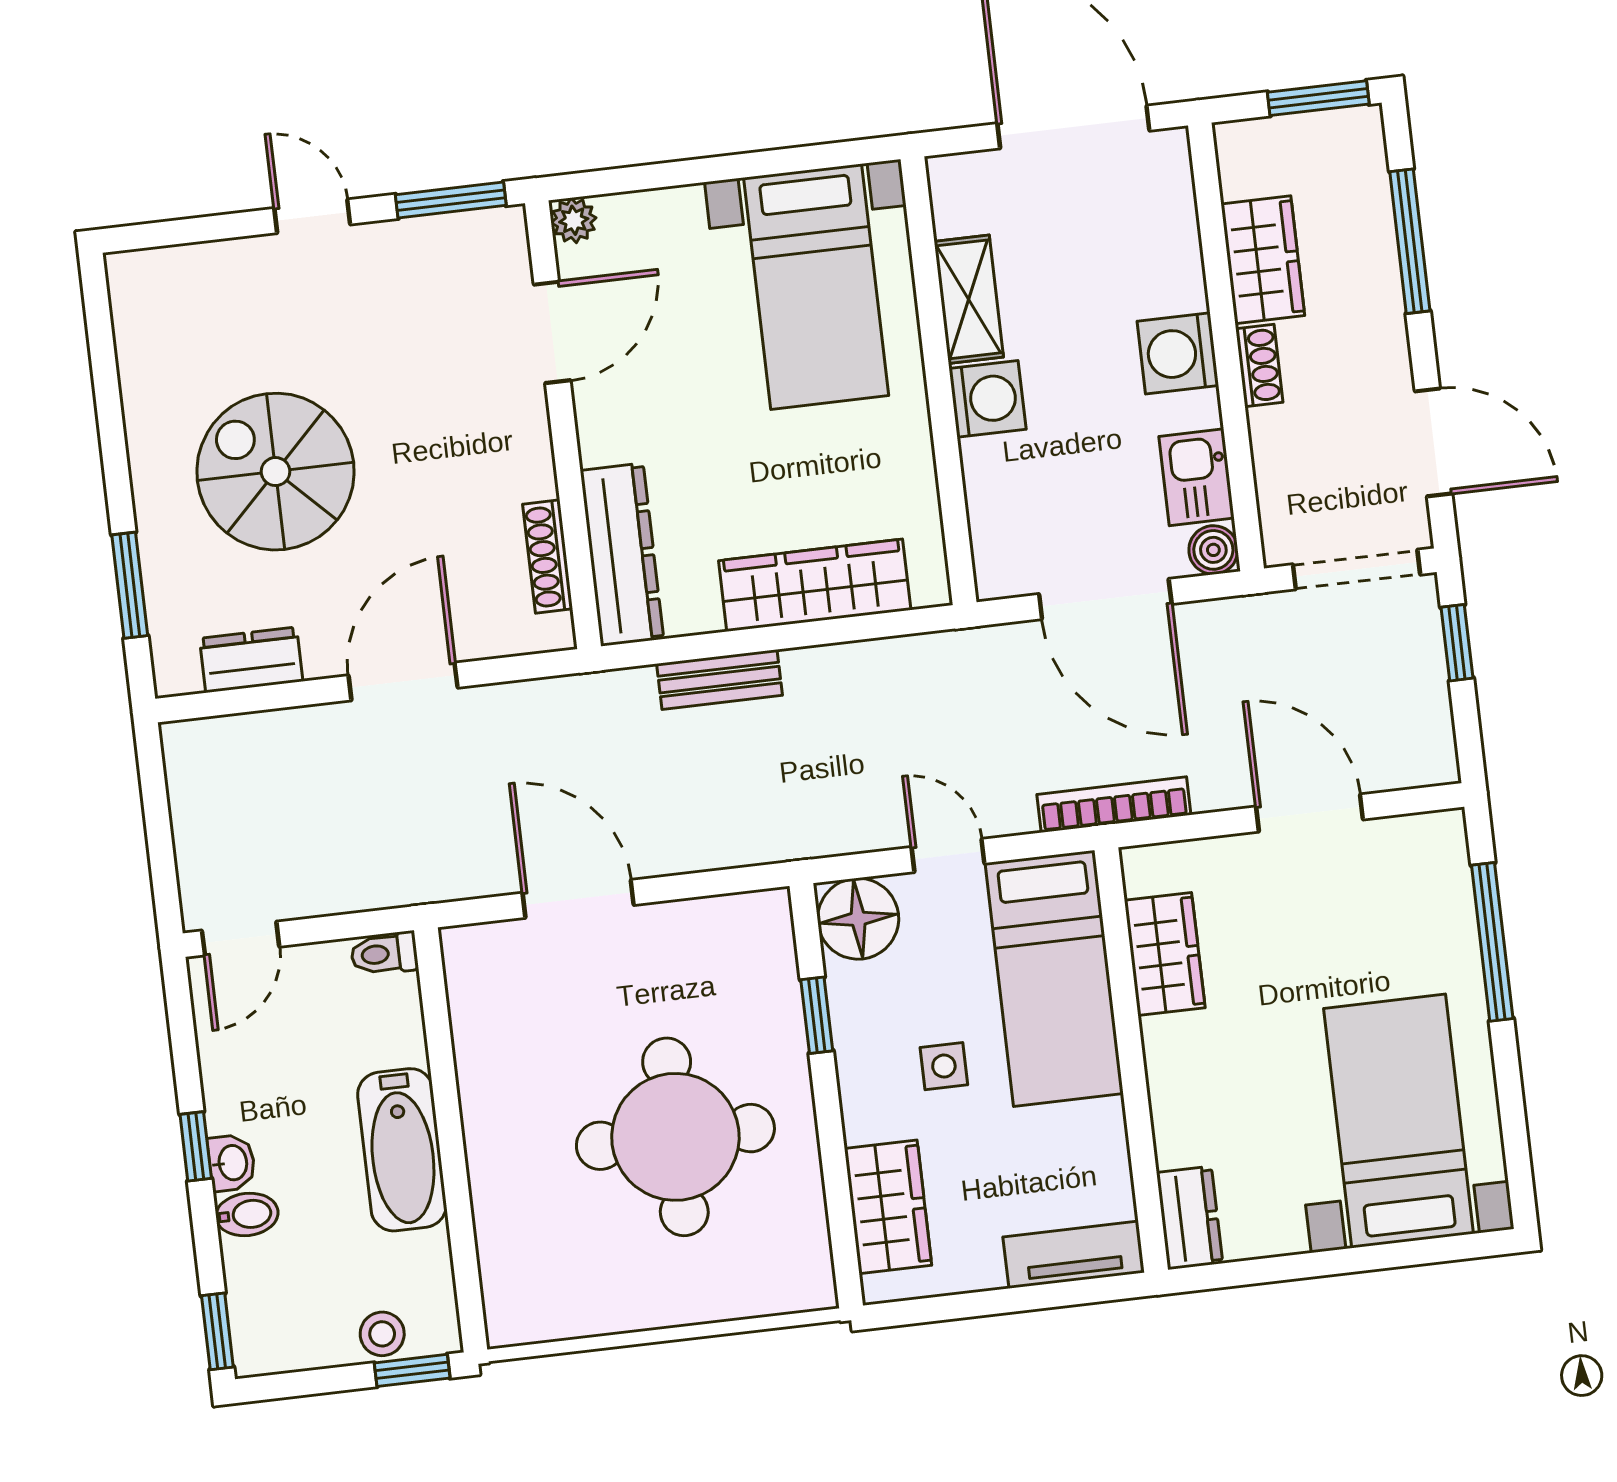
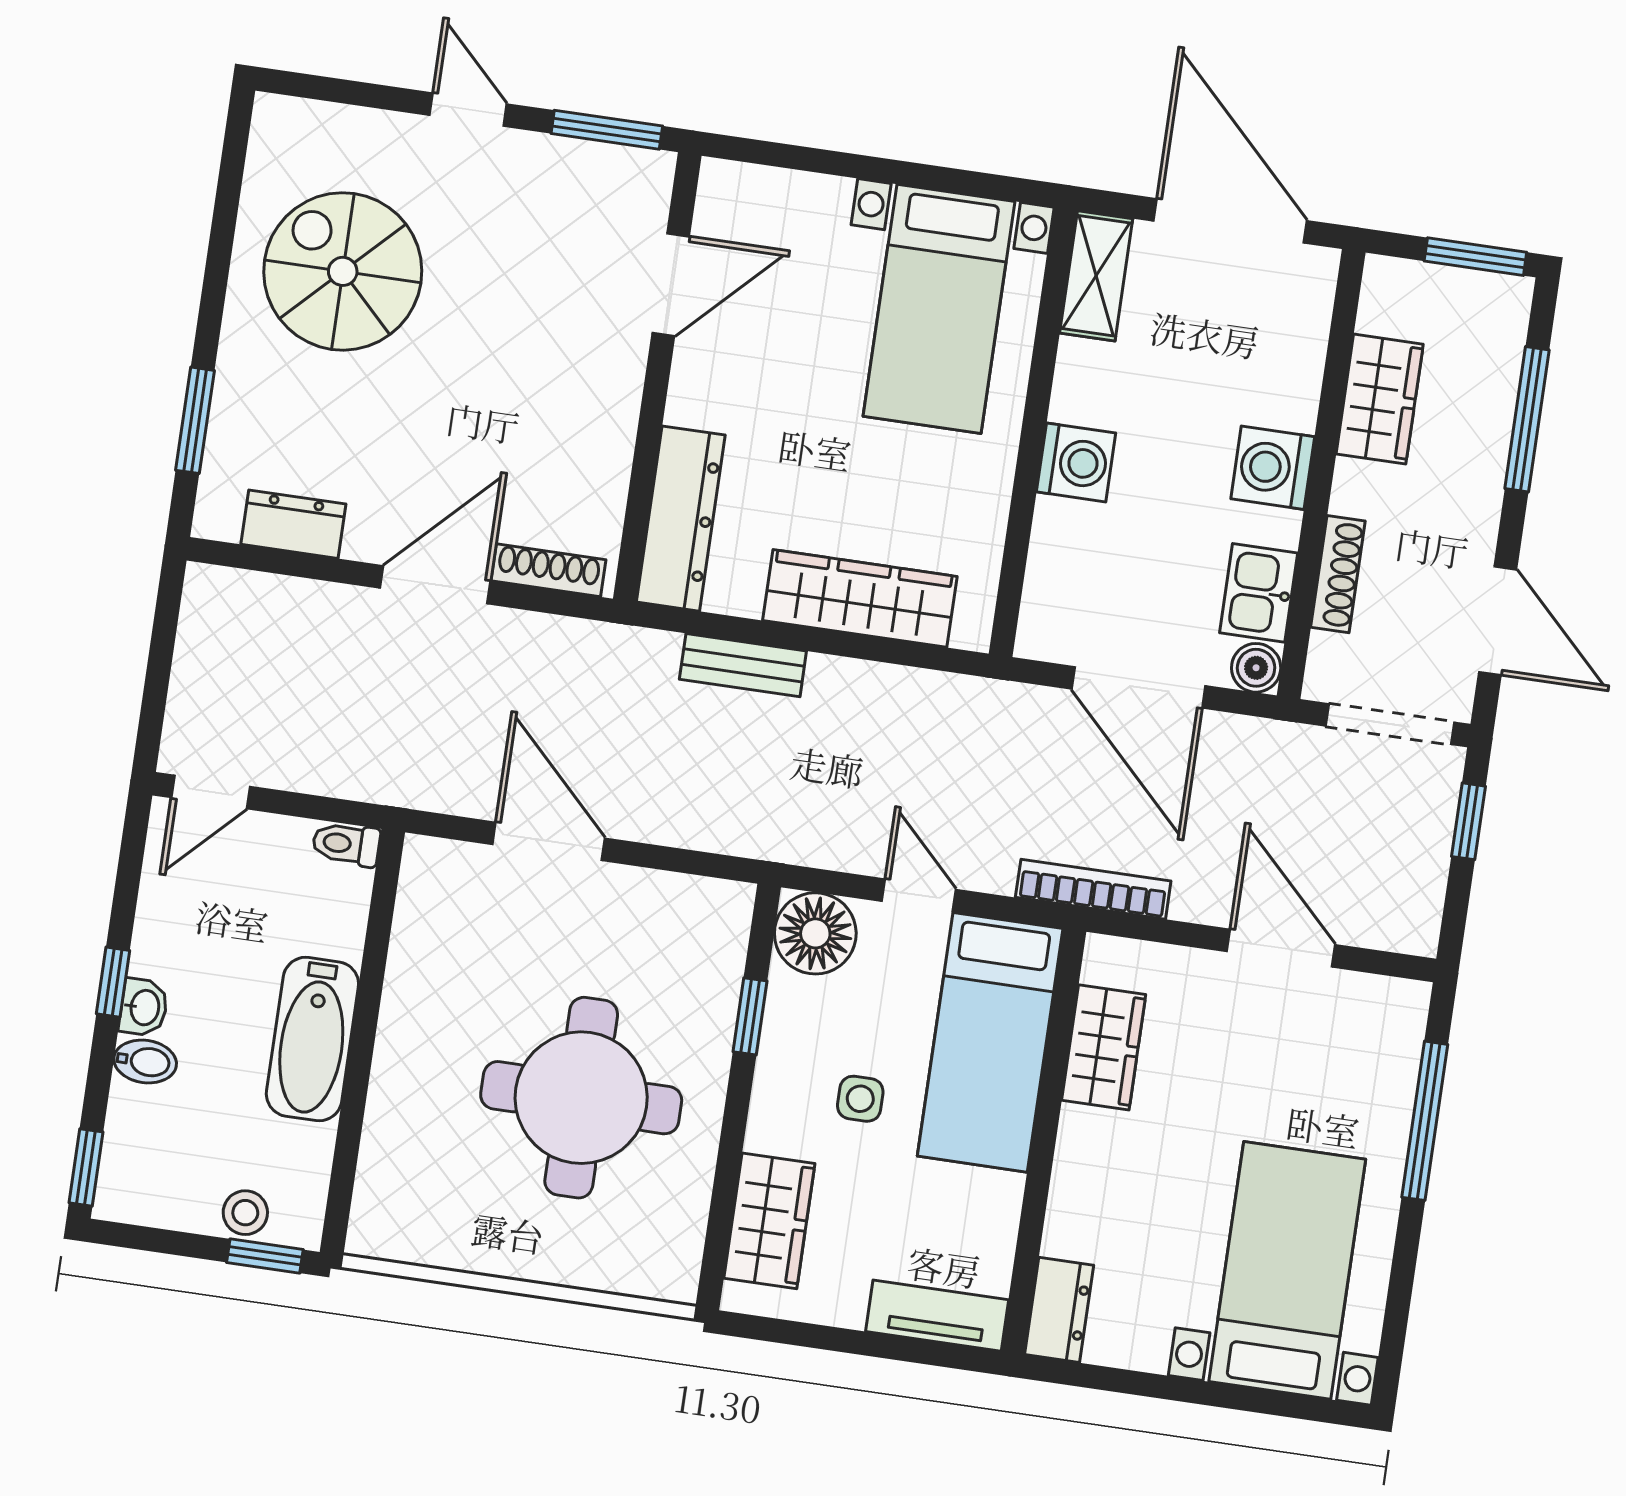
plant: (574, 220) -> (721, 181), removed
shelving: (969, 299) -> (1096, 276), moved
shoe rack: (1259, 365) -> (1338, 574), moved, width x1.43
spiral stairs: (276, 472) -> (343, 271), moved
shoe rack: (548, 557) -> (548, 570), moved, turned 90

